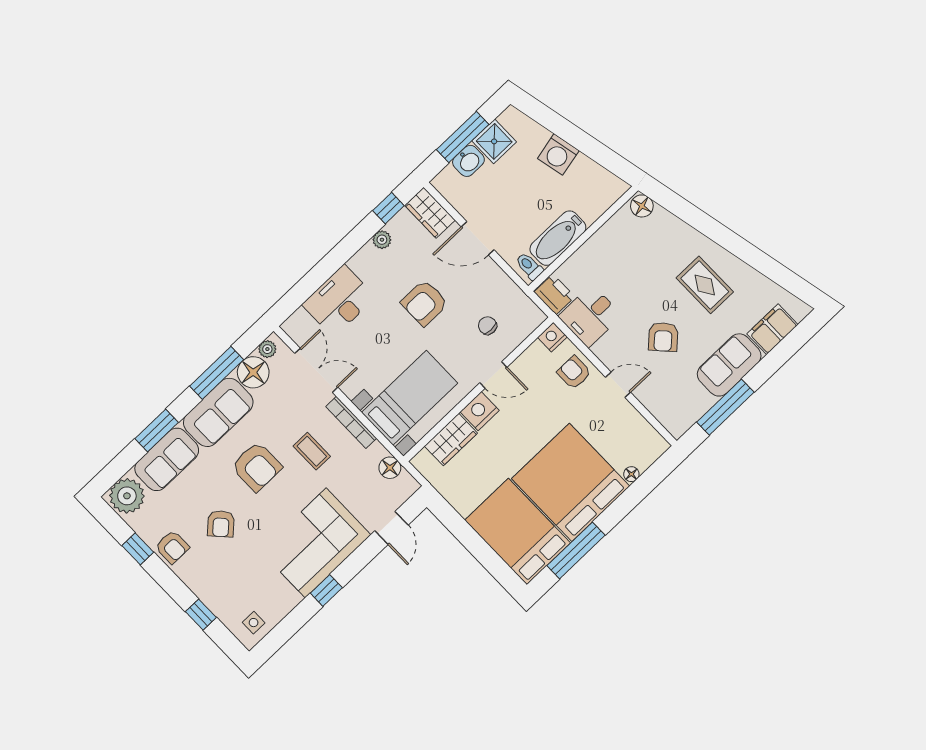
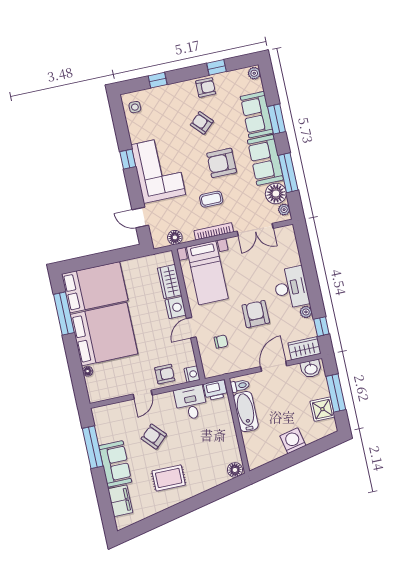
washbasin: (468, 161) -> (311, 369), moved, turned -90
desk: (339, 301) -> (291, 288), moved
plant: (127, 496) -> (254, 73), width x0.53, depth x0.53
armchair: (172, 547) -> (206, 87), turned 180

